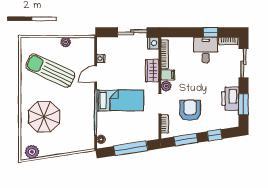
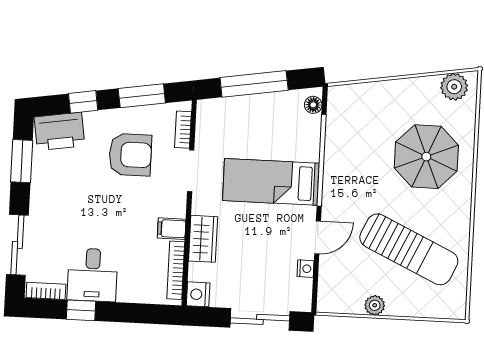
sliding door: (132, 32) -> (260, 319), moved
plant: (166, 86) -> (176, 206), removed
printer: (230, 99) -> (59, 131), moved, turned 81
armchair: (190, 110) -> (130, 155), turned -90

